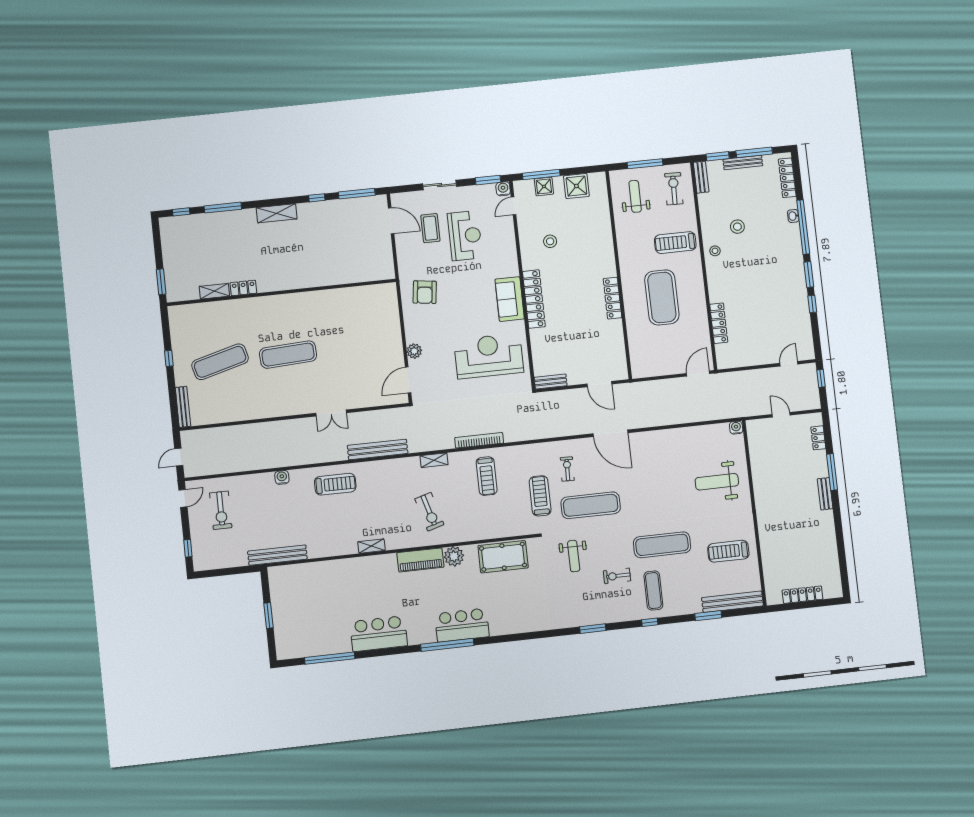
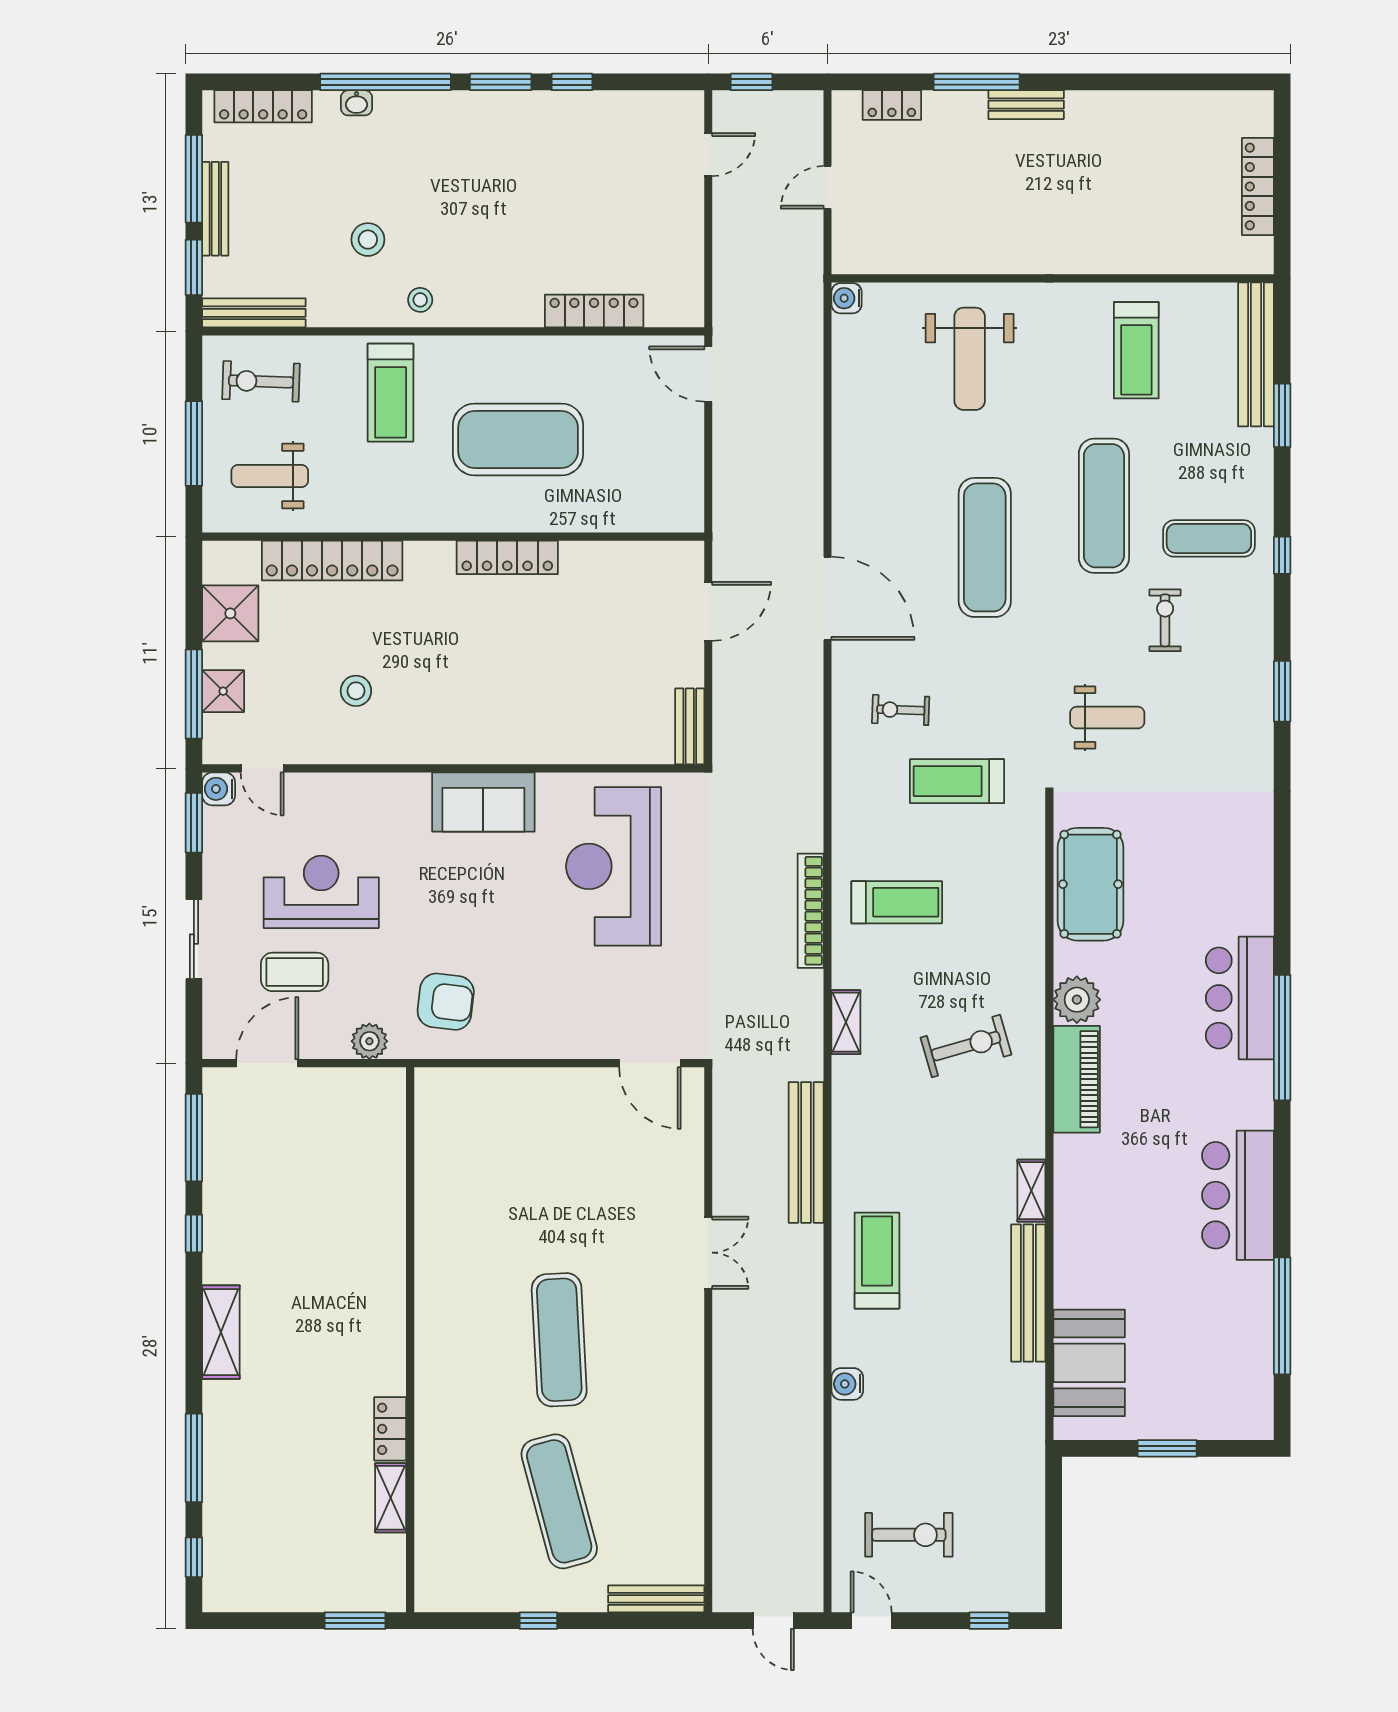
bench: (701, 177) -> (254, 313), width x1.36
locker: (534, 299) -> (332, 561), moved, turned 180
plant: (414, 351) -> (369, 1041), moved
door: (789, 364) -> (708, 155), swing flipped
door: (610, 433) -> (827, 598), hinge flipped
exercise mat: (591, 505) -> (985, 547), moved
bench: (277, 555) -> (1028, 1293), moved
exercise bike: (617, 576) -> (1165, 620), turned 180
booth: (301, 578) -> (1089, 1363), added

